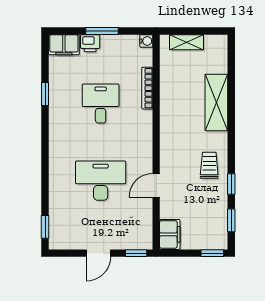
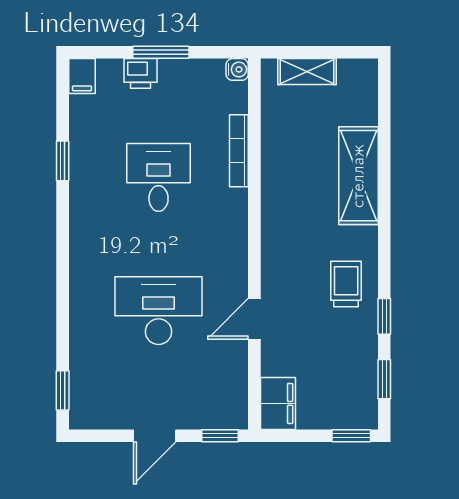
filing cabinet: (64, 45) -> (82, 76), width x0.50

